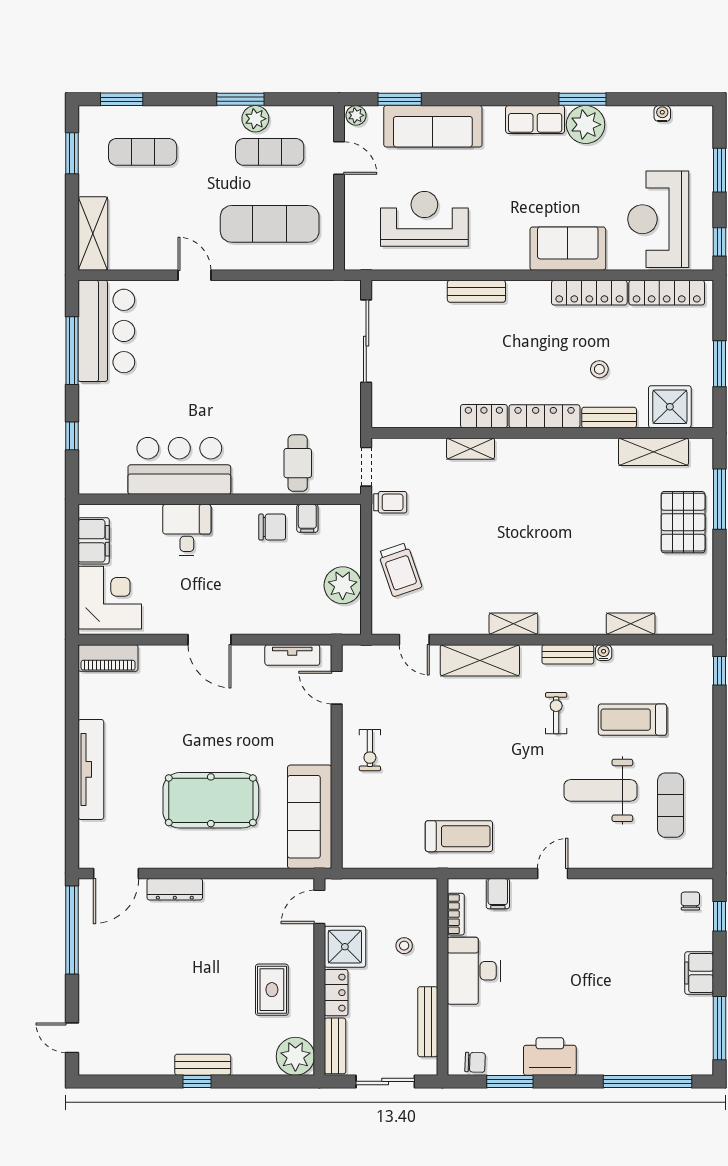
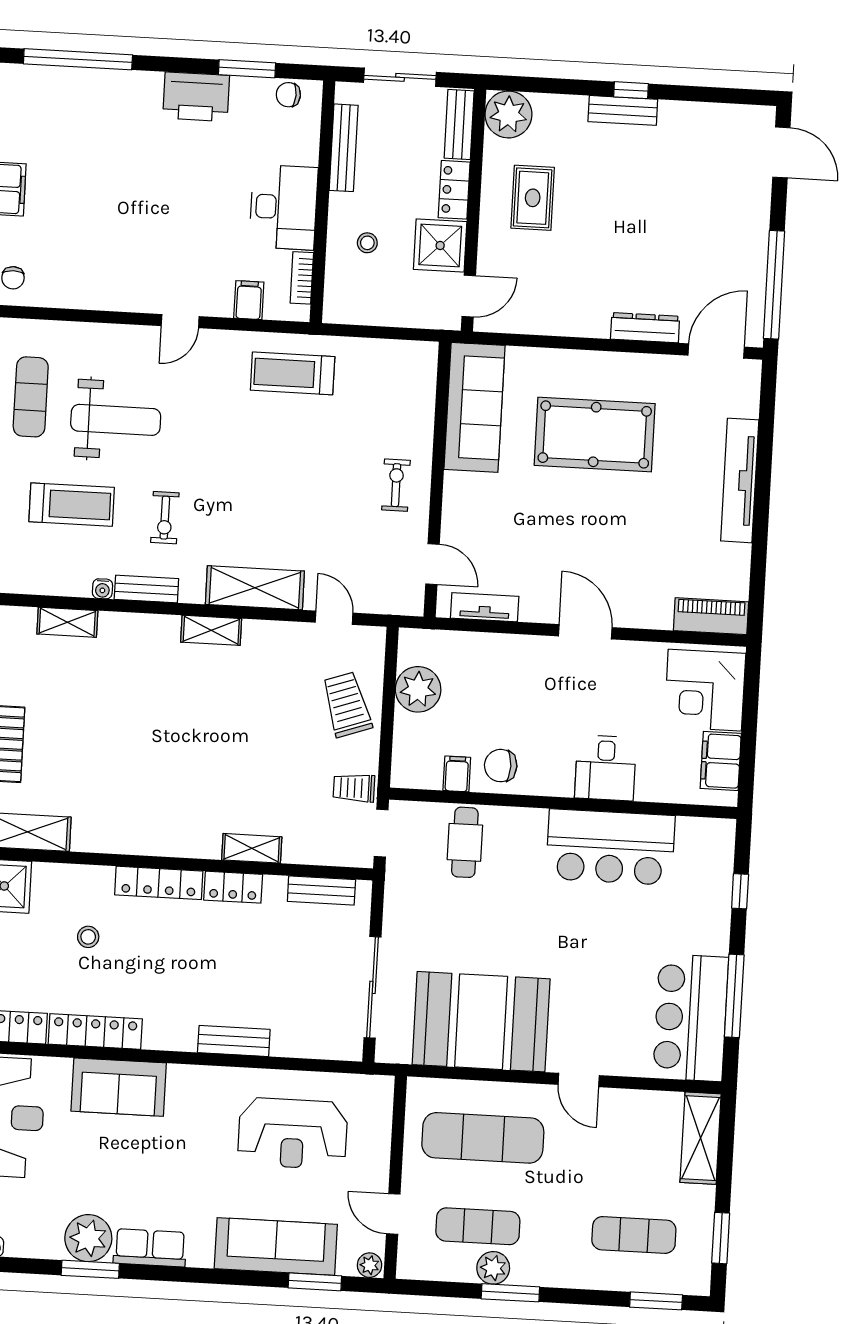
booth: (276, 318) -> (481, 1022), added
bench: (609, 417) -> (321, 890), moved
door: (72, 1038) -> (781, 152), width x1.38

